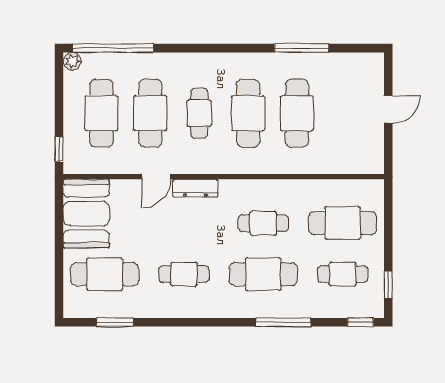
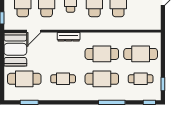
door: (156, 177) -> (34, 31), moved
cafe table: (263, 223) -> (102, 54), width x1.37, depth x1.35

